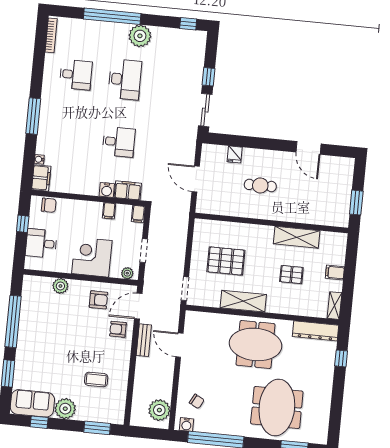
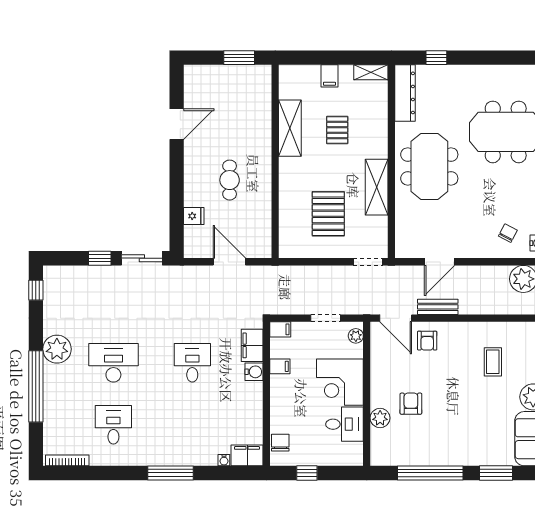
door: (196, 179) -> (229, 262), swing flipped
desk: (41, 243) -> (345, 424), moved, turned -90
armchair: (98, 300) -> (411, 404), moved

